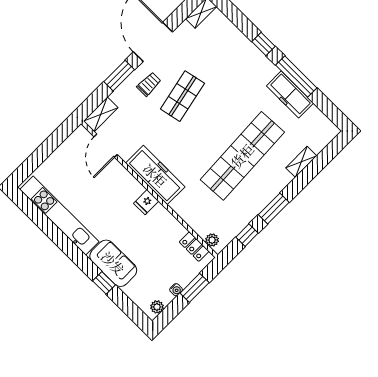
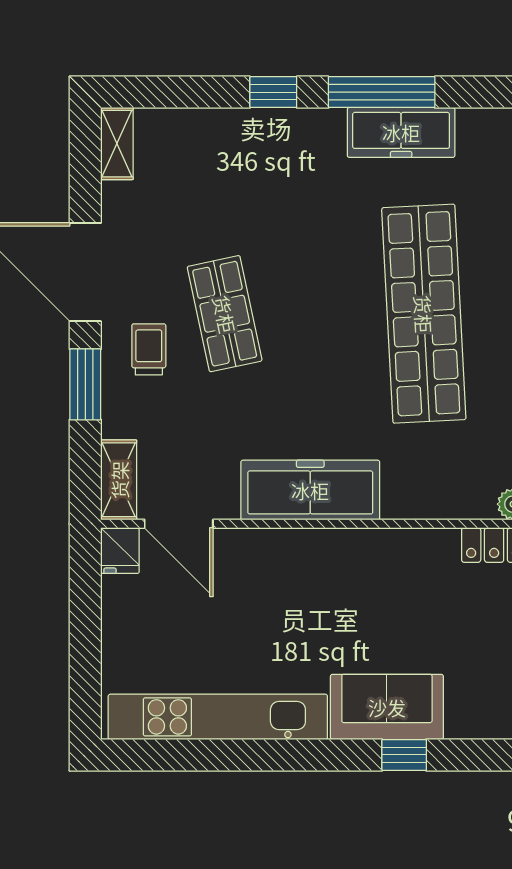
fridge: (146, 202) -> (120, 551), moved

